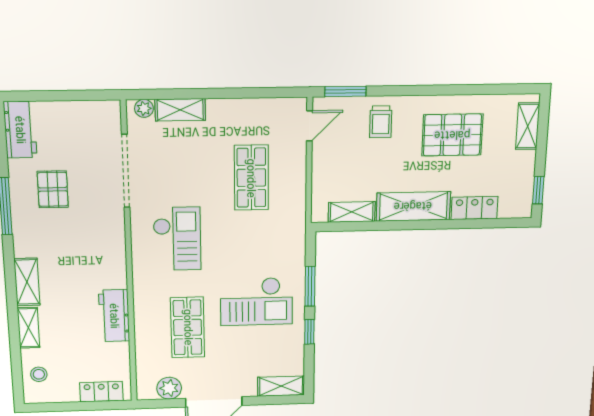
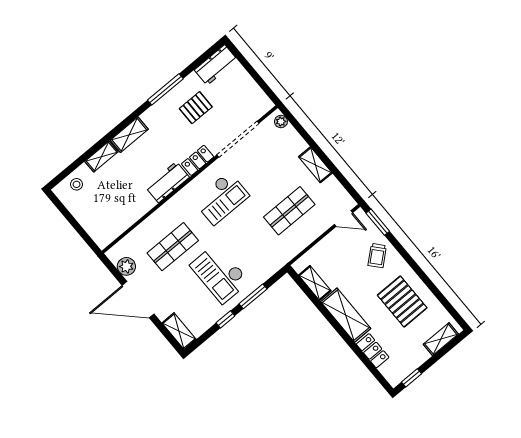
shelving: (180, 110) -> (315, 165), moved
trolley: (381, 122) -> (377, 256), turned -41
workbench: (114, 316) -> (167, 182), moved
locker: (101, 392) -> (198, 160), moved, turned -90

